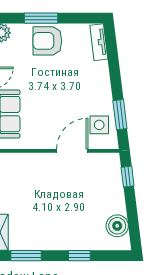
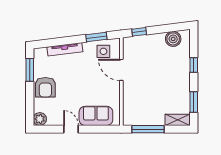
window: (41, 18) -> (30, 70), moved
tv unit: (99, 42) -> (65, 49), moved, width x1.41

